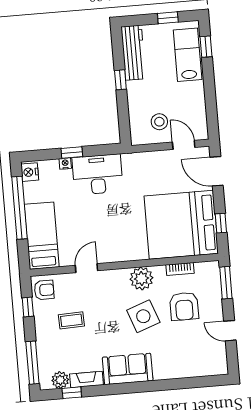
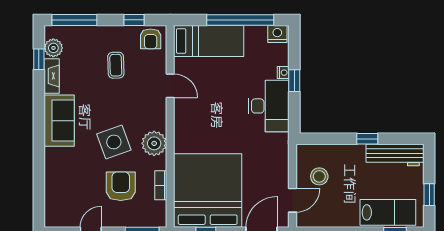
armchair: (184, 306) -> (121, 186), turned 90

